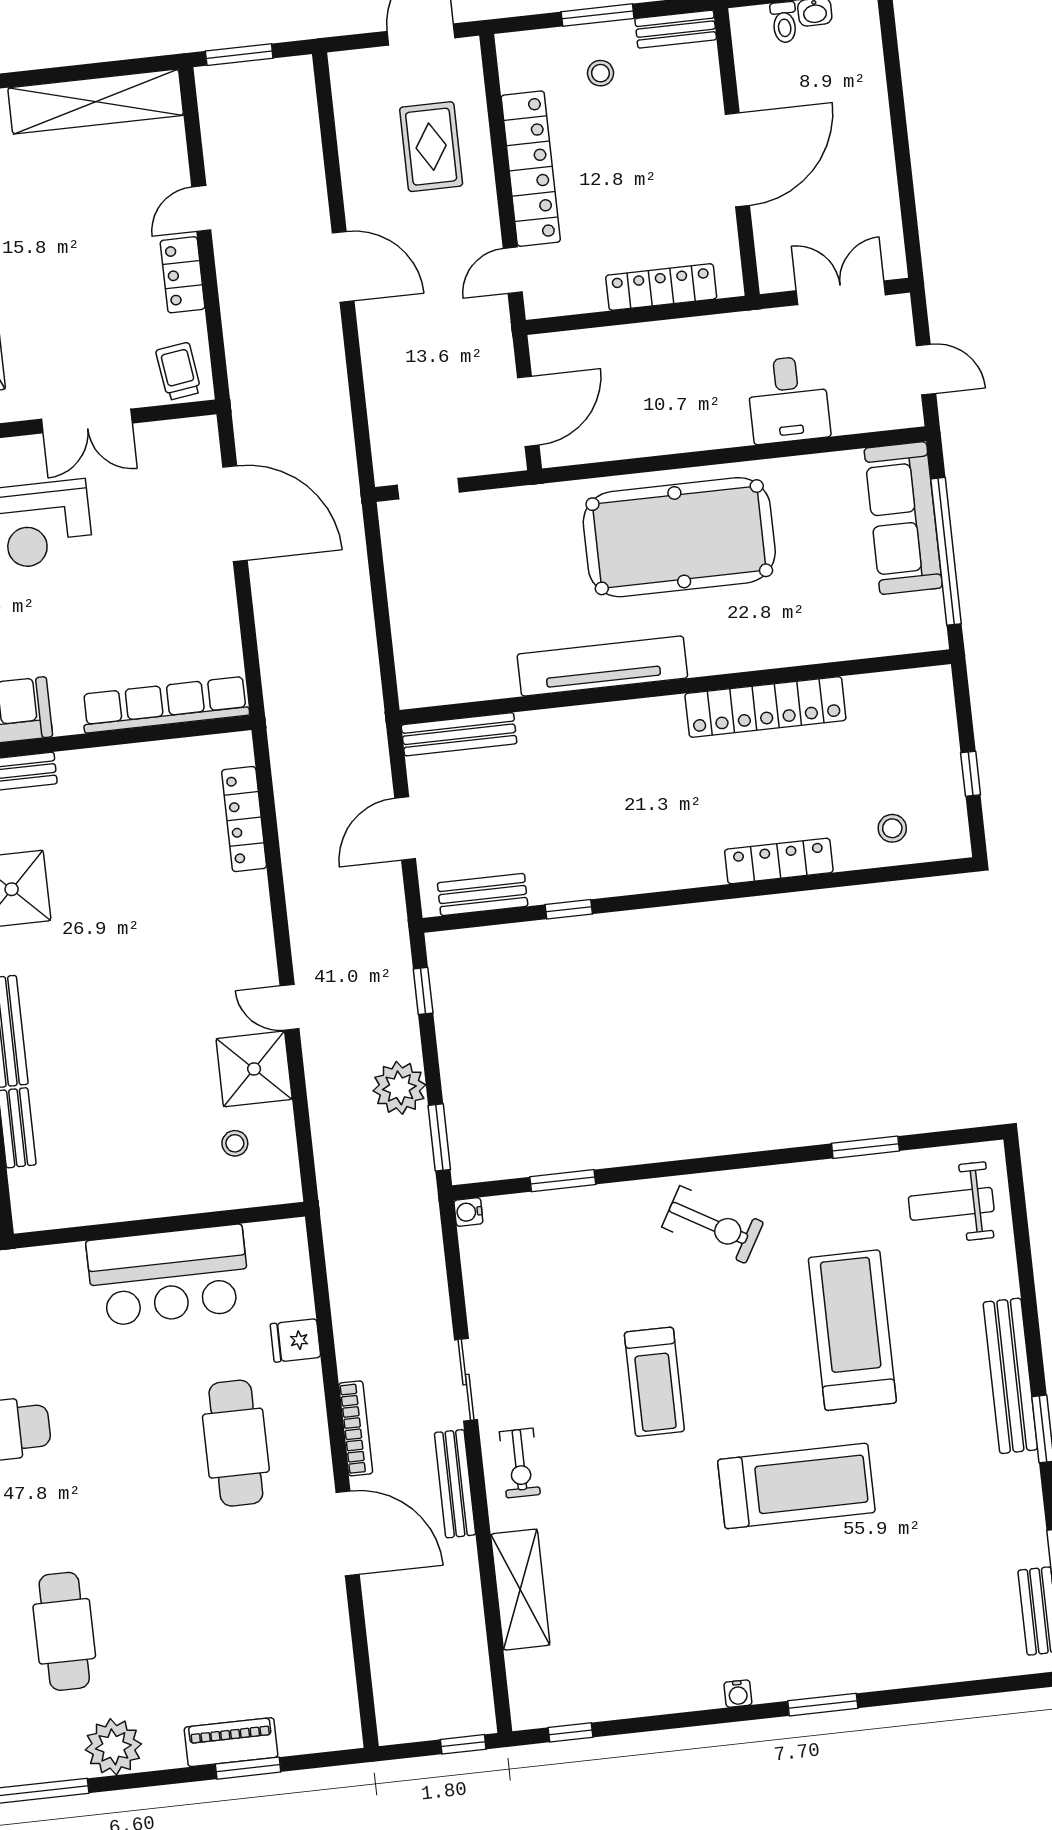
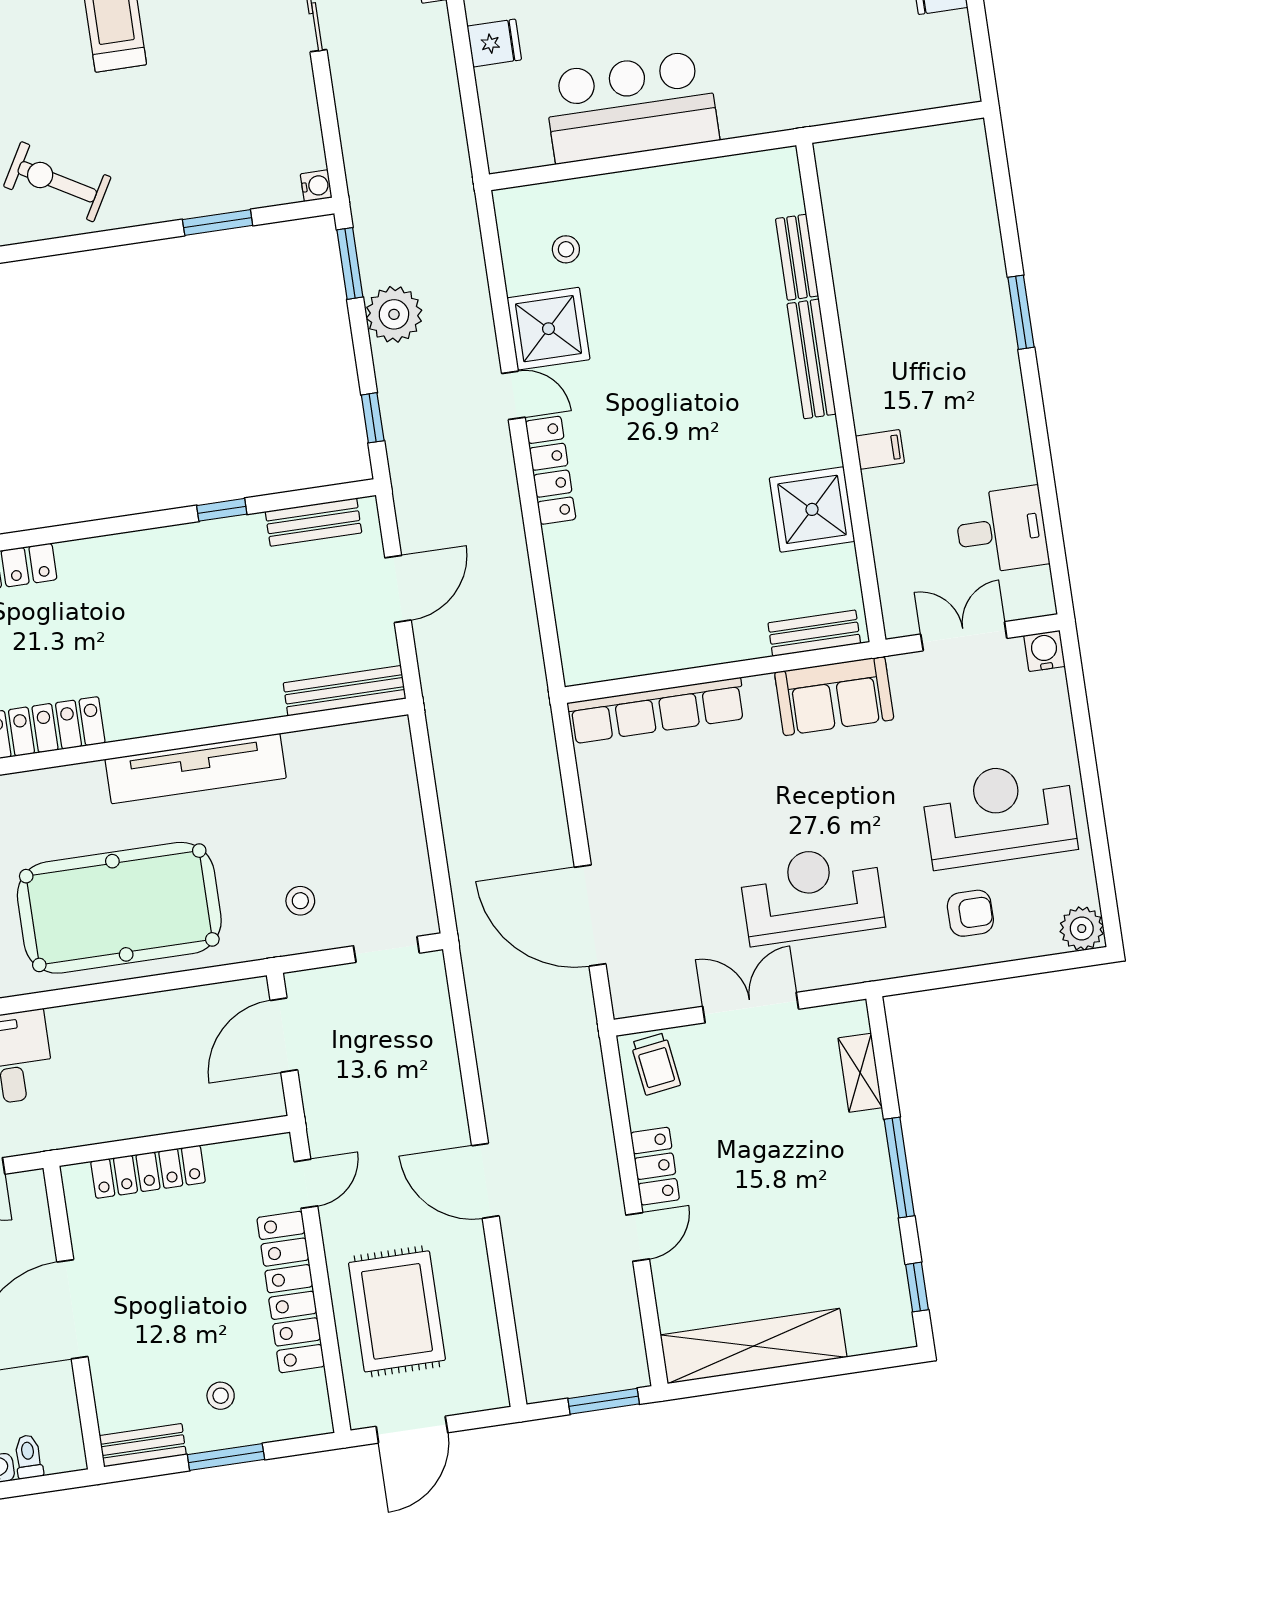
rug: (431, 147) -> (397, 1311), width x1.36, depth x1.43
stool: (508, 538) -> (300, 901), added
locker: (244, 819) -> (551, 470), moved

